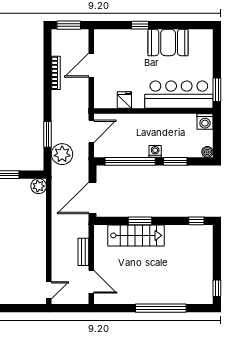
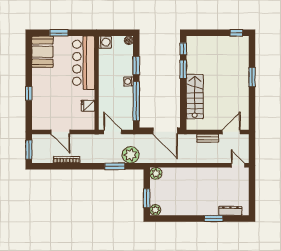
booth: (168, 42) -> (42, 52), moved
window: (217, 90) -> (59, 33), moved
window: (140, 221) -> (183, 69), moved
window: (161, 308) -> (252, 77), width x0.47

